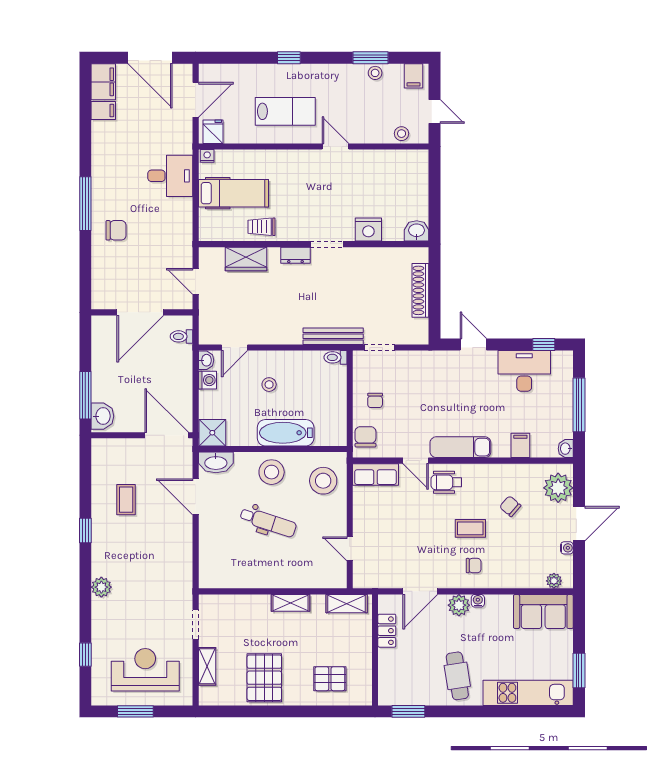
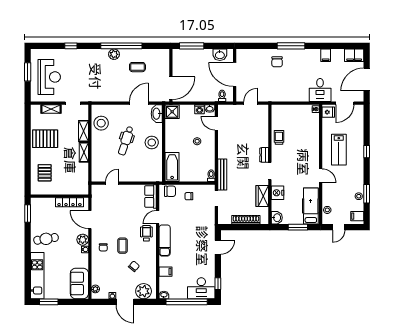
door: (196, 100) -> (345, 103), hinge flipped
filing cabinet: (103, 111) -> (326, 55), moved
door: (336, 147) -> (321, 176), hinge flipped
desk: (170, 176) -> (320, 90), moved
window: (435, 190) -> (298, 227), added
hospital bed: (233, 193) -> (311, 206), moved, turned 180
wardrobe: (246, 259) -> (262, 196), moved
desk: (524, 371) -> (201, 288), moved, turned 90
window: (579, 405) -> (187, 302), width x1.46
washbasin: (102, 416) -> (220, 55), moved
bathtub: (286, 433) -> (172, 167), moved
stool: (323, 481) -> (101, 123), moved
window: (85, 531) -> (121, 46), width x3.17
plant: (101, 587) -> (114, 54), moved
shelving: (347, 604) -> (84, 131), moved
locker: (387, 631) -> (69, 202), width x1.53
window: (85, 655) -> (71, 46), moved

